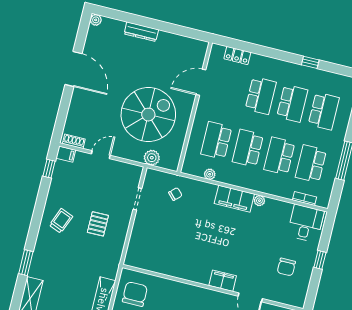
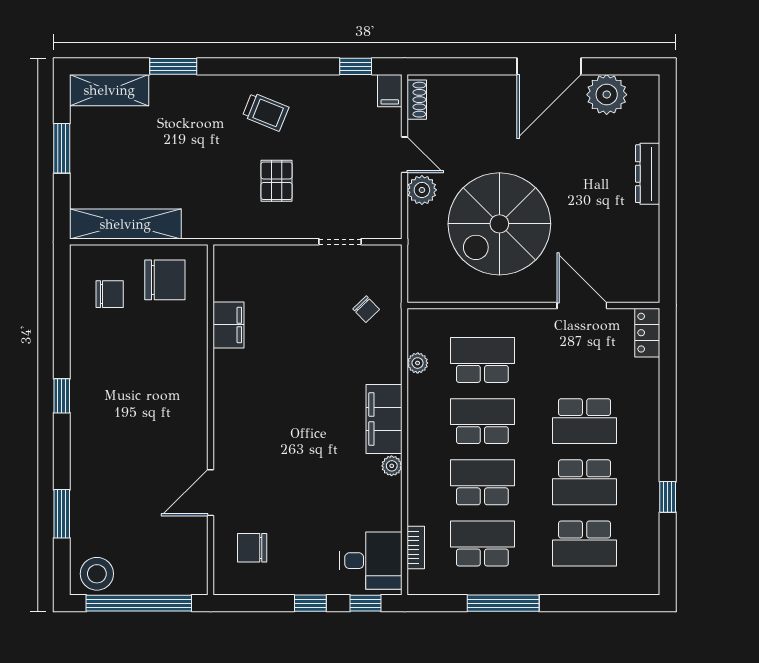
plant: (96, 20) -> (607, 95), moved, width x1.87, depth x1.87
locker: (237, 56) -> (647, 333), moved
spiral stairs: (148, 115) -> (499, 224), turned 90
plant: (152, 158) -> (422, 190), moved
pallet: (98, 224) -> (277, 181), turned 90
window: (327, 232) -> (366, 603), added
chair: (286, 267) -> (252, 548), moved
filing cabinet: (223, 281) -> (229, 325), moved

